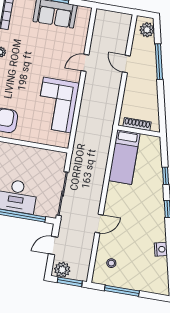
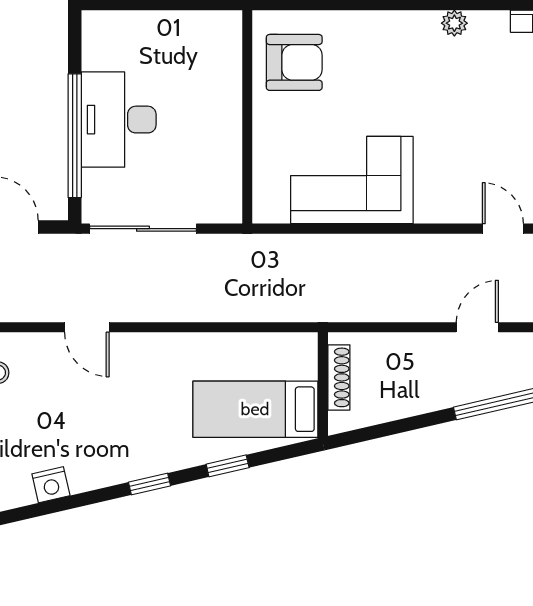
door: (85, 63) -> (503, 229), moved
bed: (124, 157) -> (255, 409), moved

